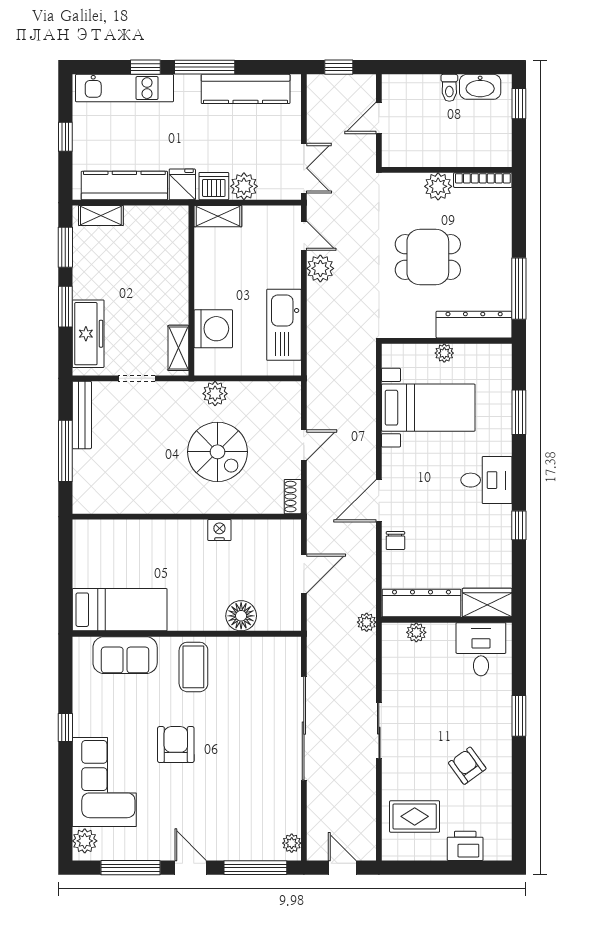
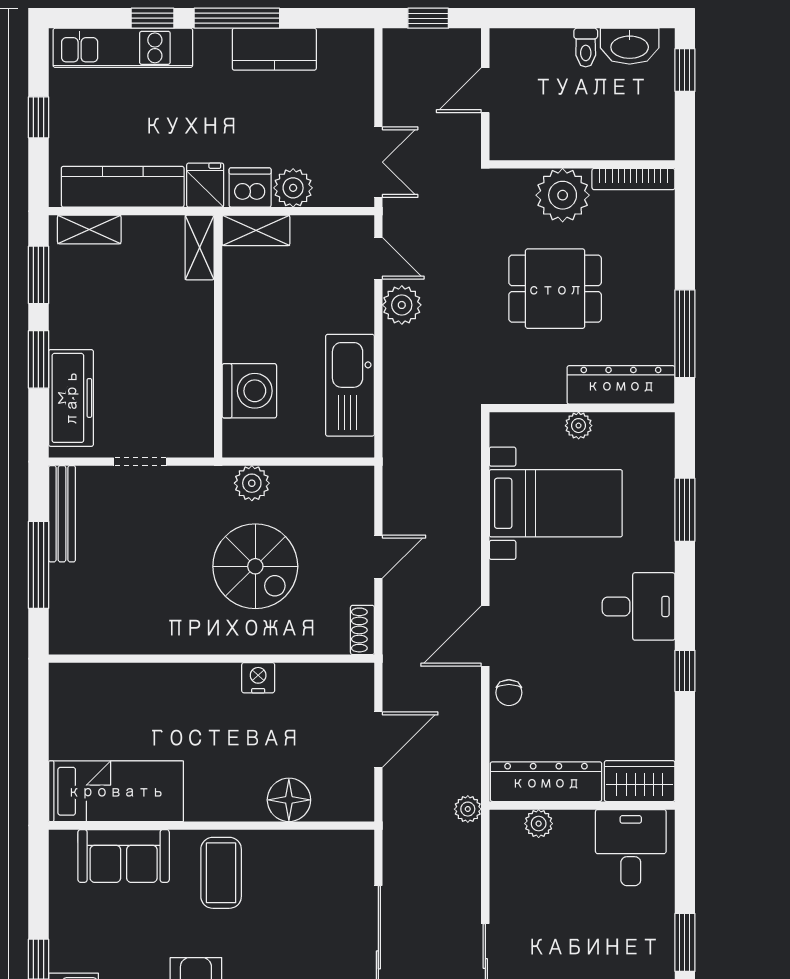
kitchen counter: (246, 89) -> (274, 49), width x0.67
plant: (438, 186) -> (563, 195), width x1.36, depth x1.36
shelving: (178, 348) -> (200, 248), moved

